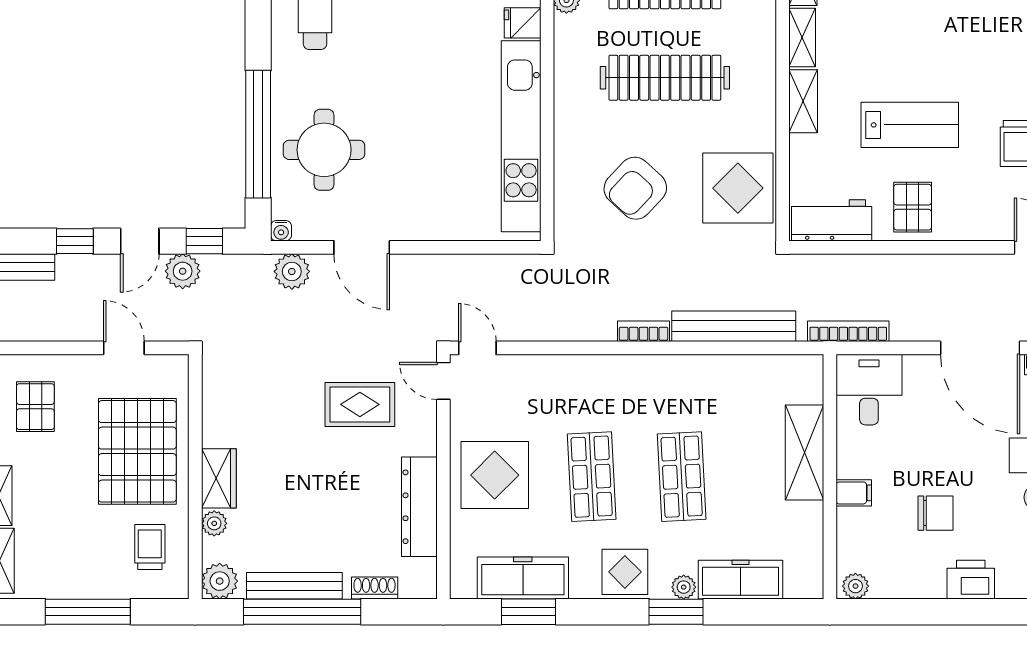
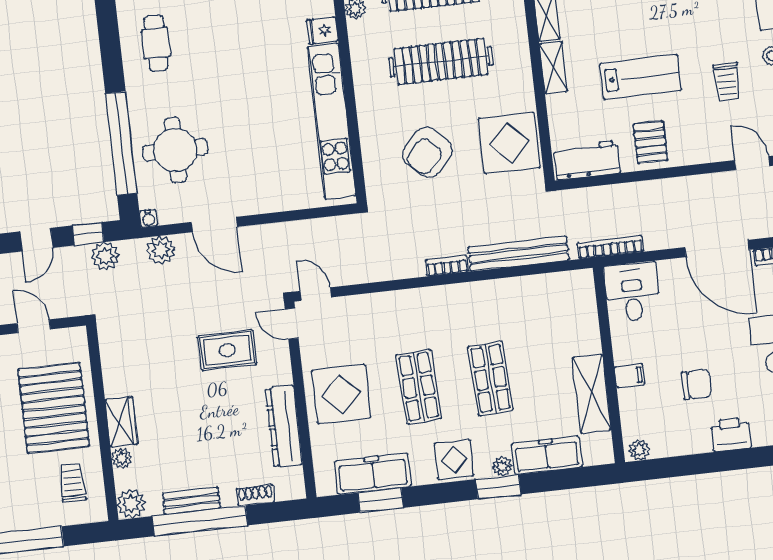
plant: (183, 271) -> (105, 256), moved
shelving: (804, 453) -> (592, 394), moved
bench: (294, 586) -> (191, 501), width x0.73

